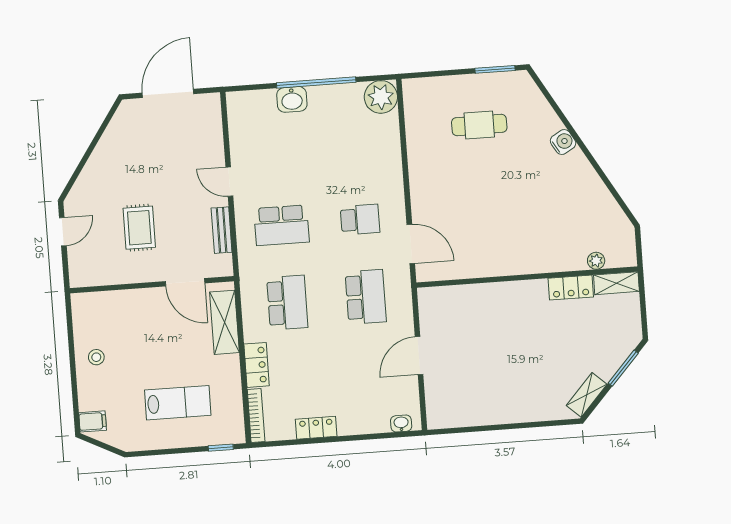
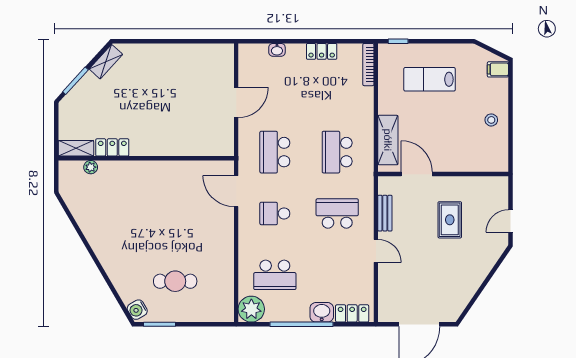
school desk: (354, 142) -> (275, 275), added
water cooler: (563, 142) -> (137, 310), moved
locker: (257, 365) -> (352, 313), moved, turned 90
washbasin: (401, 423) -> (277, 50), moved

